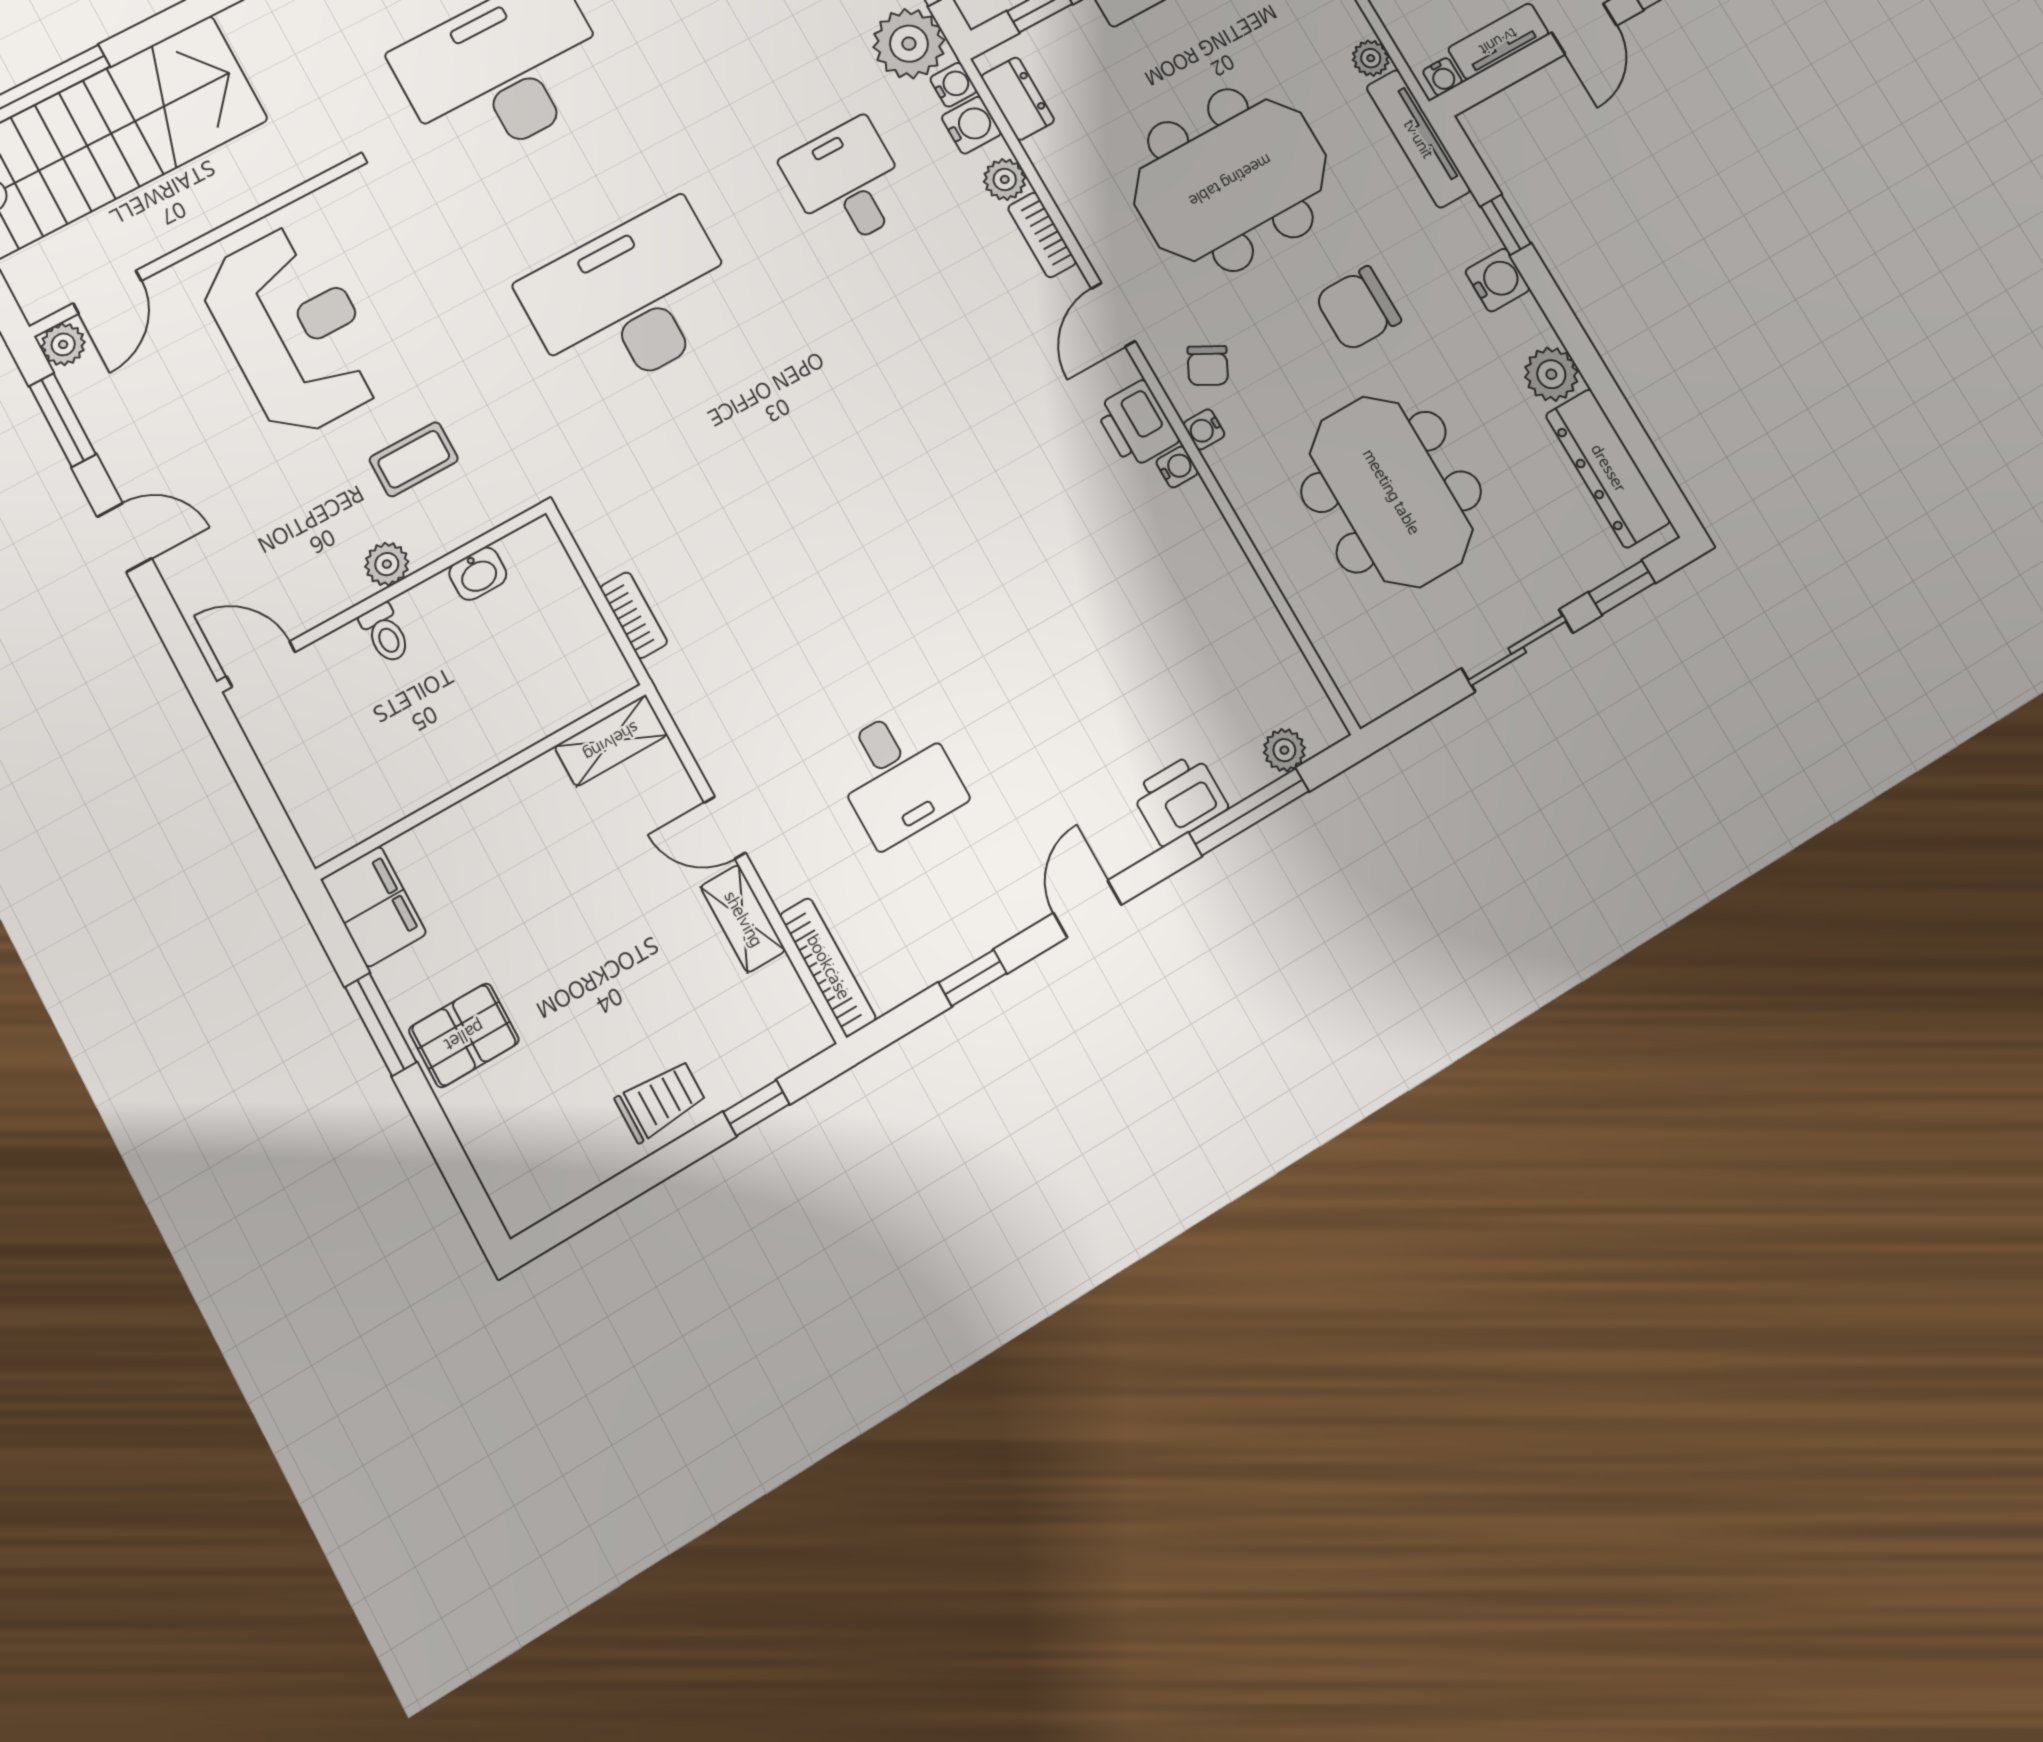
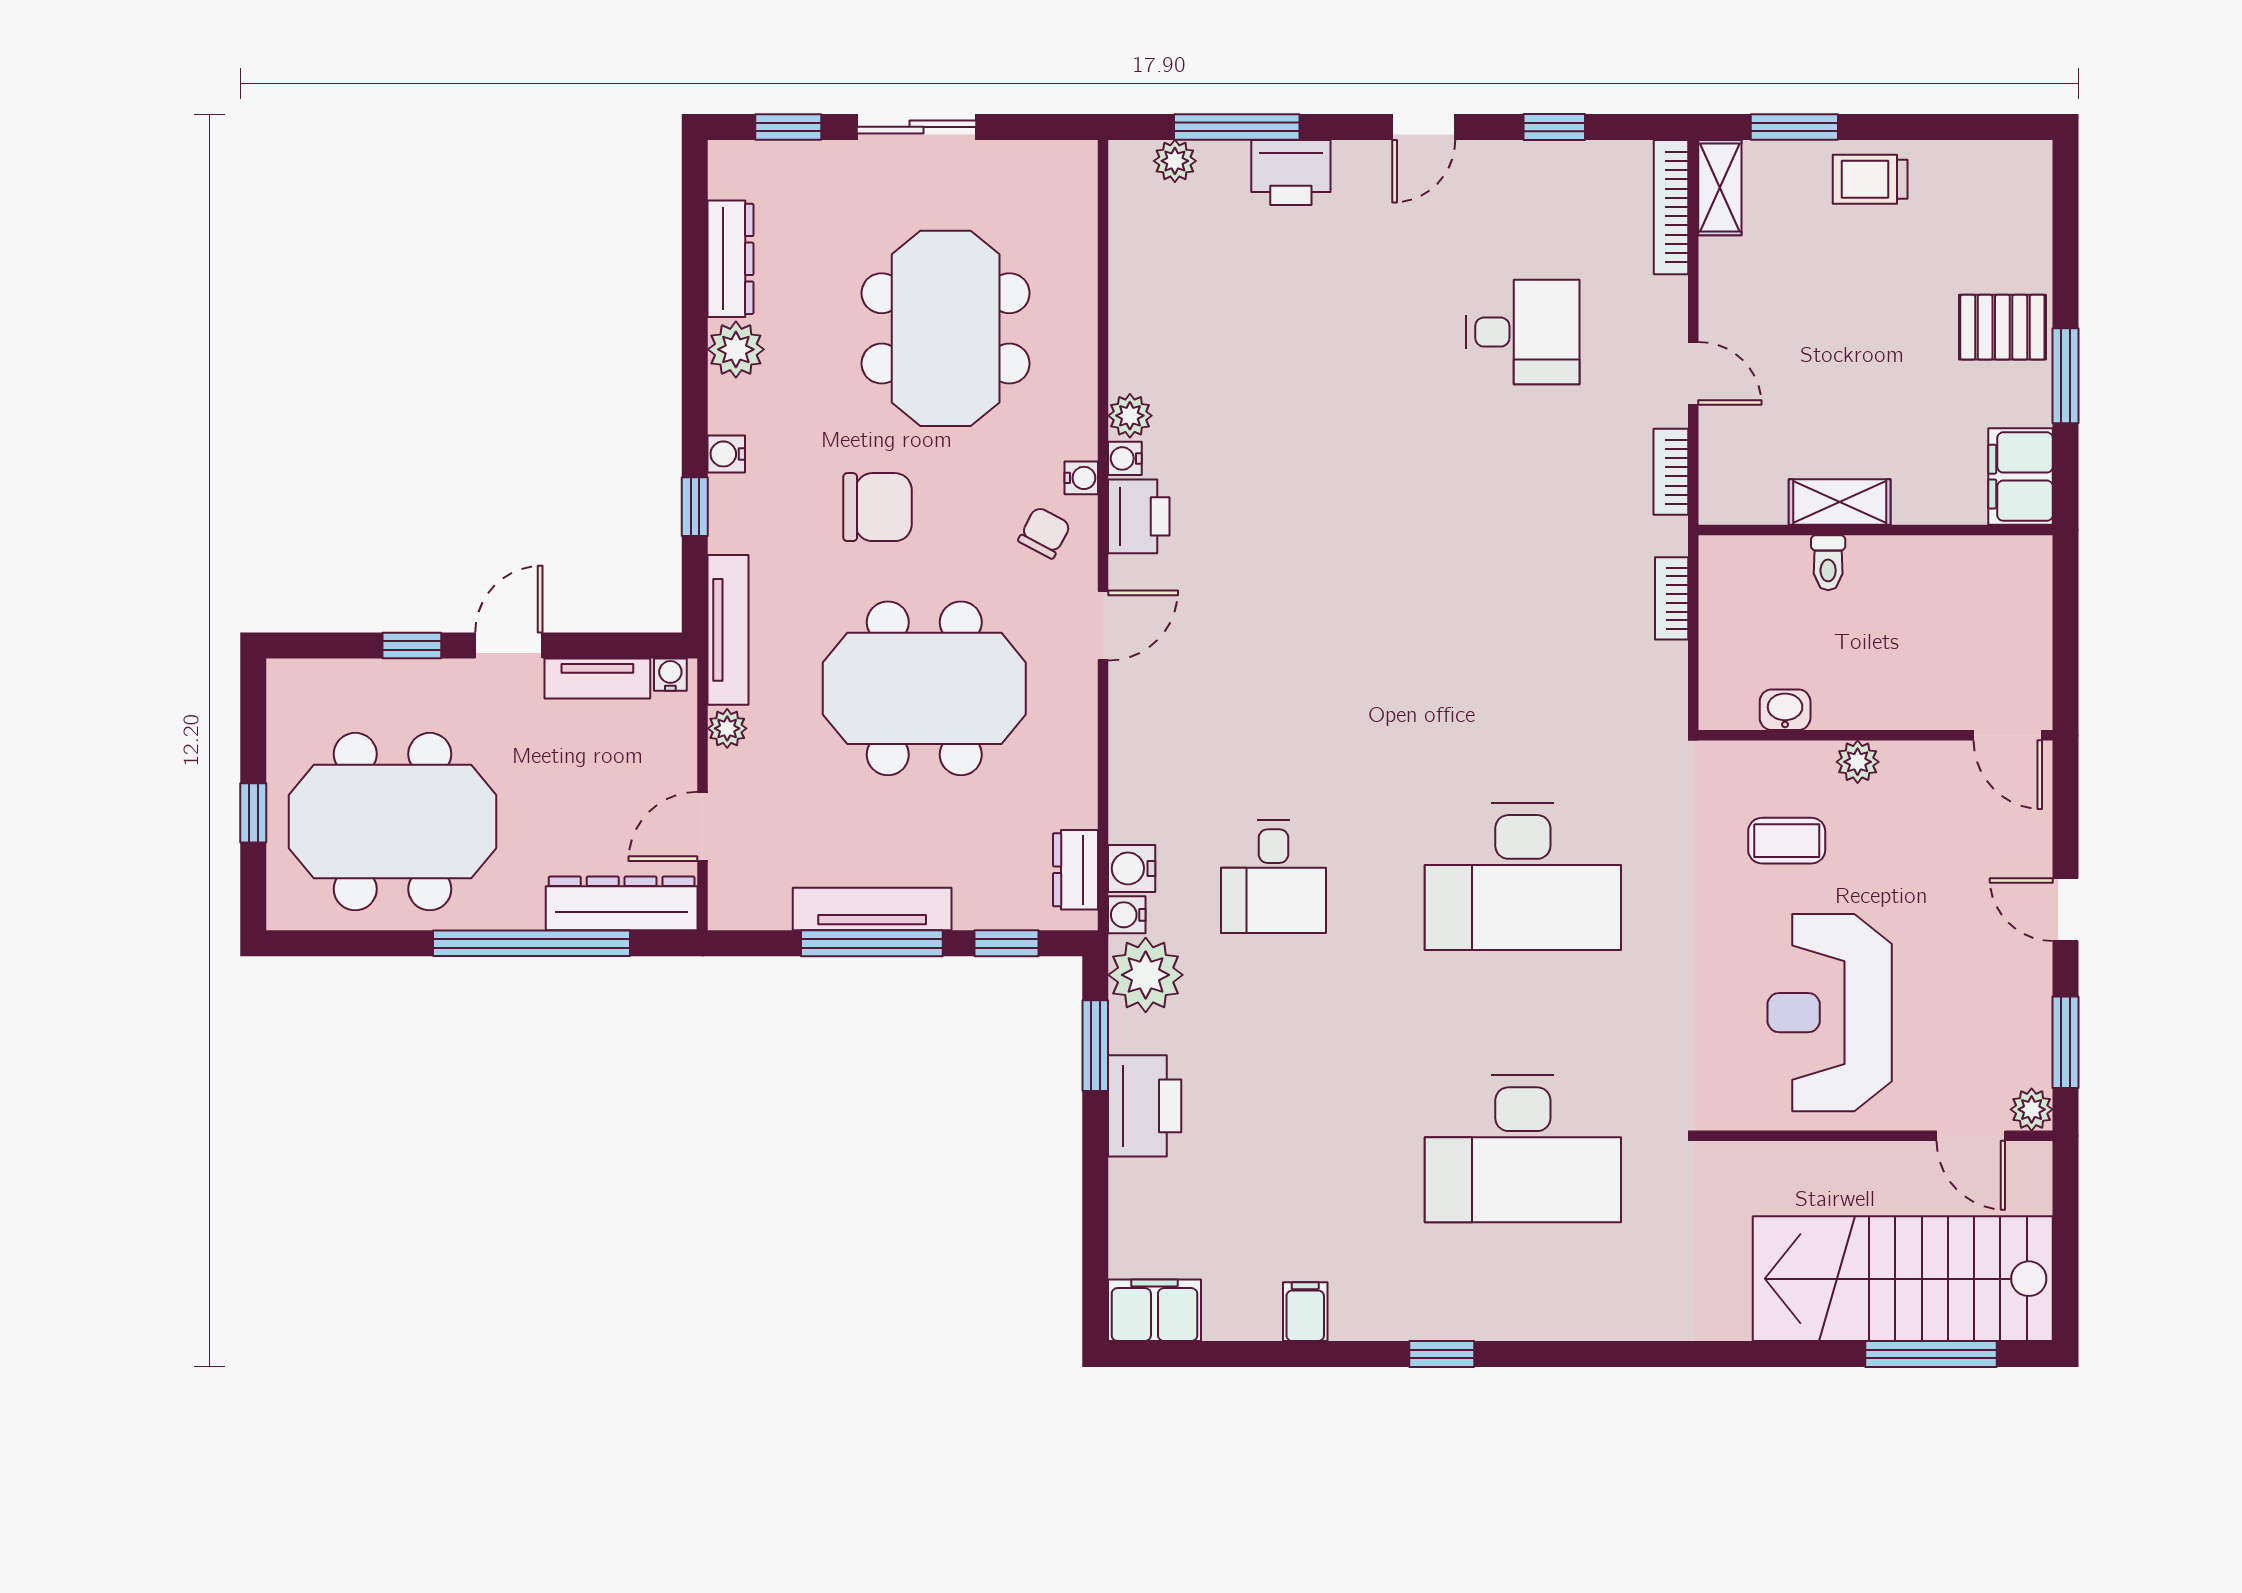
plant: (1005, 179) -> (1130, 416), moved
bookcase: (1042, 235) -> (1671, 472), moved, turned 180
water cooler: (1498, 280) -> (726, 454), width x0.72, depth x0.72
door: (107, 292) -> (1971, 1136), swing flipped
dresser: (1608, 468) -> (730, 259), width x0.73, depth x0.80
toilet: (385, 633) -> (1828, 563), moved, turned 180
shelving: (611, 741) -> (1840, 502), moved
desk: (897, 776) -> (1523, 332), turned 90
shelving: (743, 919) -> (1720, 188), moved
window: (756, 1108) -> (1794, 127), width x1.50

